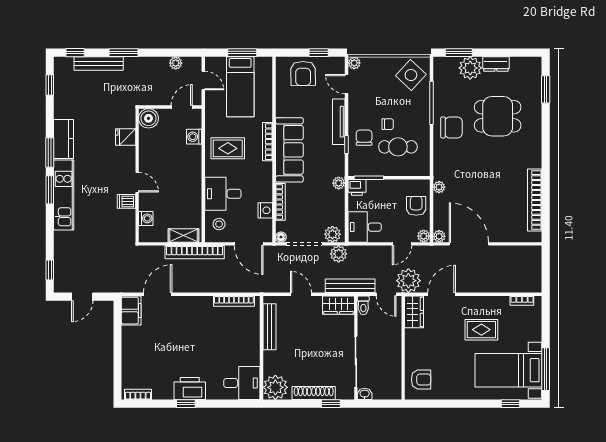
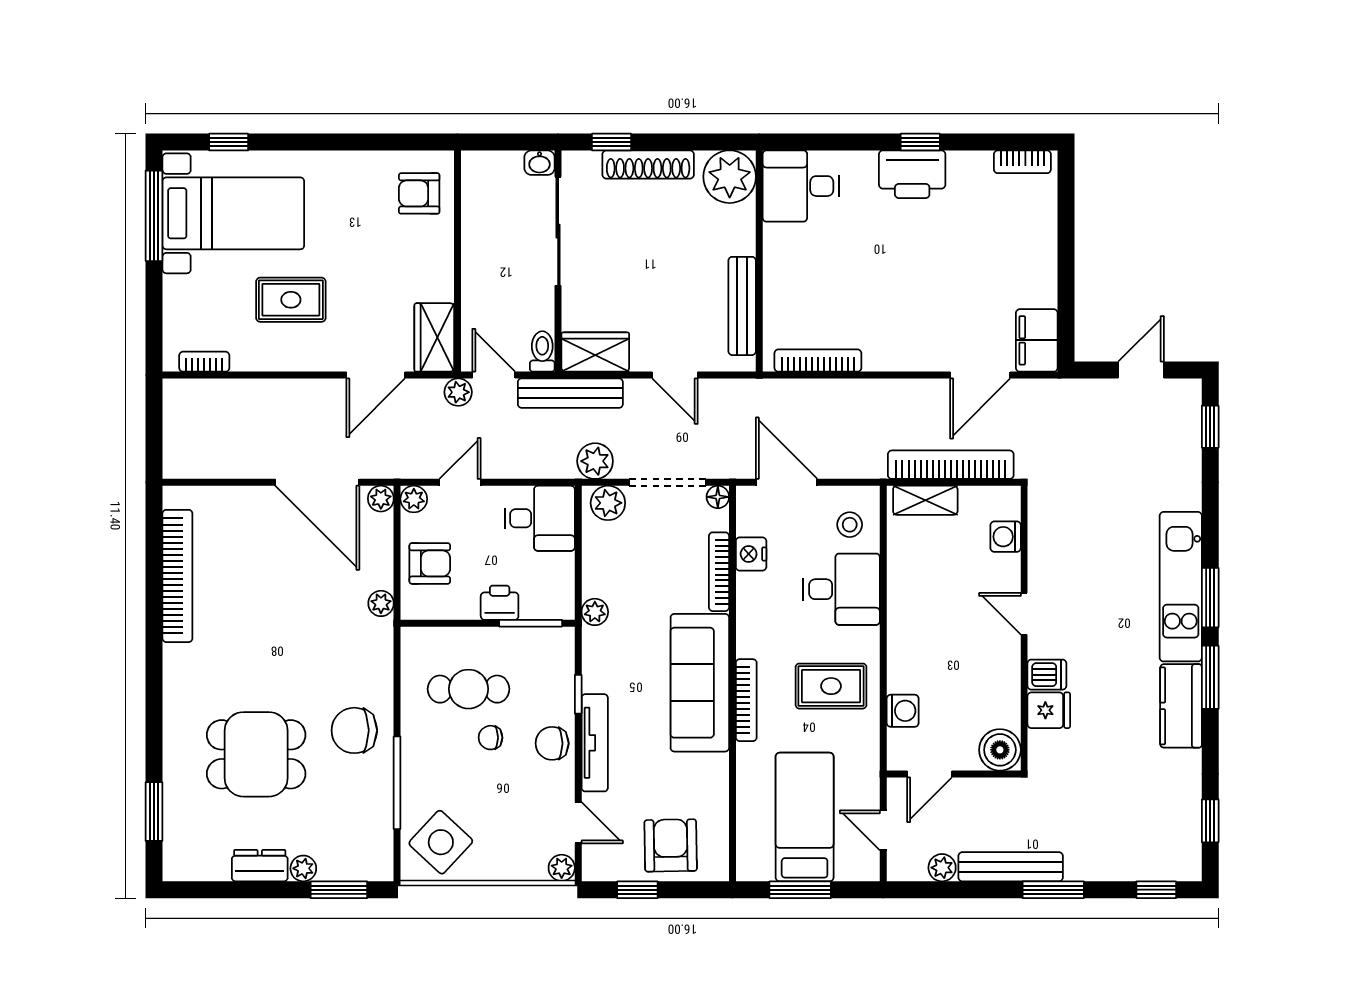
bench: (99, 63) -> (1011, 867), moved
plant: (470, 68) -> (303, 868), width x0.53, depth x0.53
chair: (364, 138) -> (552, 743), moved, turned 90
printer: (357, 187) -> (500, 603), moved
dishwasher: (126, 201) -> (1047, 675), moved
armchair: (416, 206) -> (430, 563), turned -90
bookcase: (195, 252) -> (951, 465), moved
plant: (408, 281) -> (458, 392), width x0.53, depth x0.53

